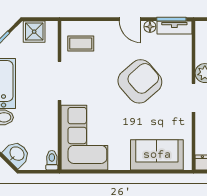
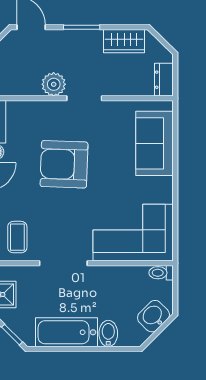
armchair: (140, 81) -> (64, 164), turned -47

